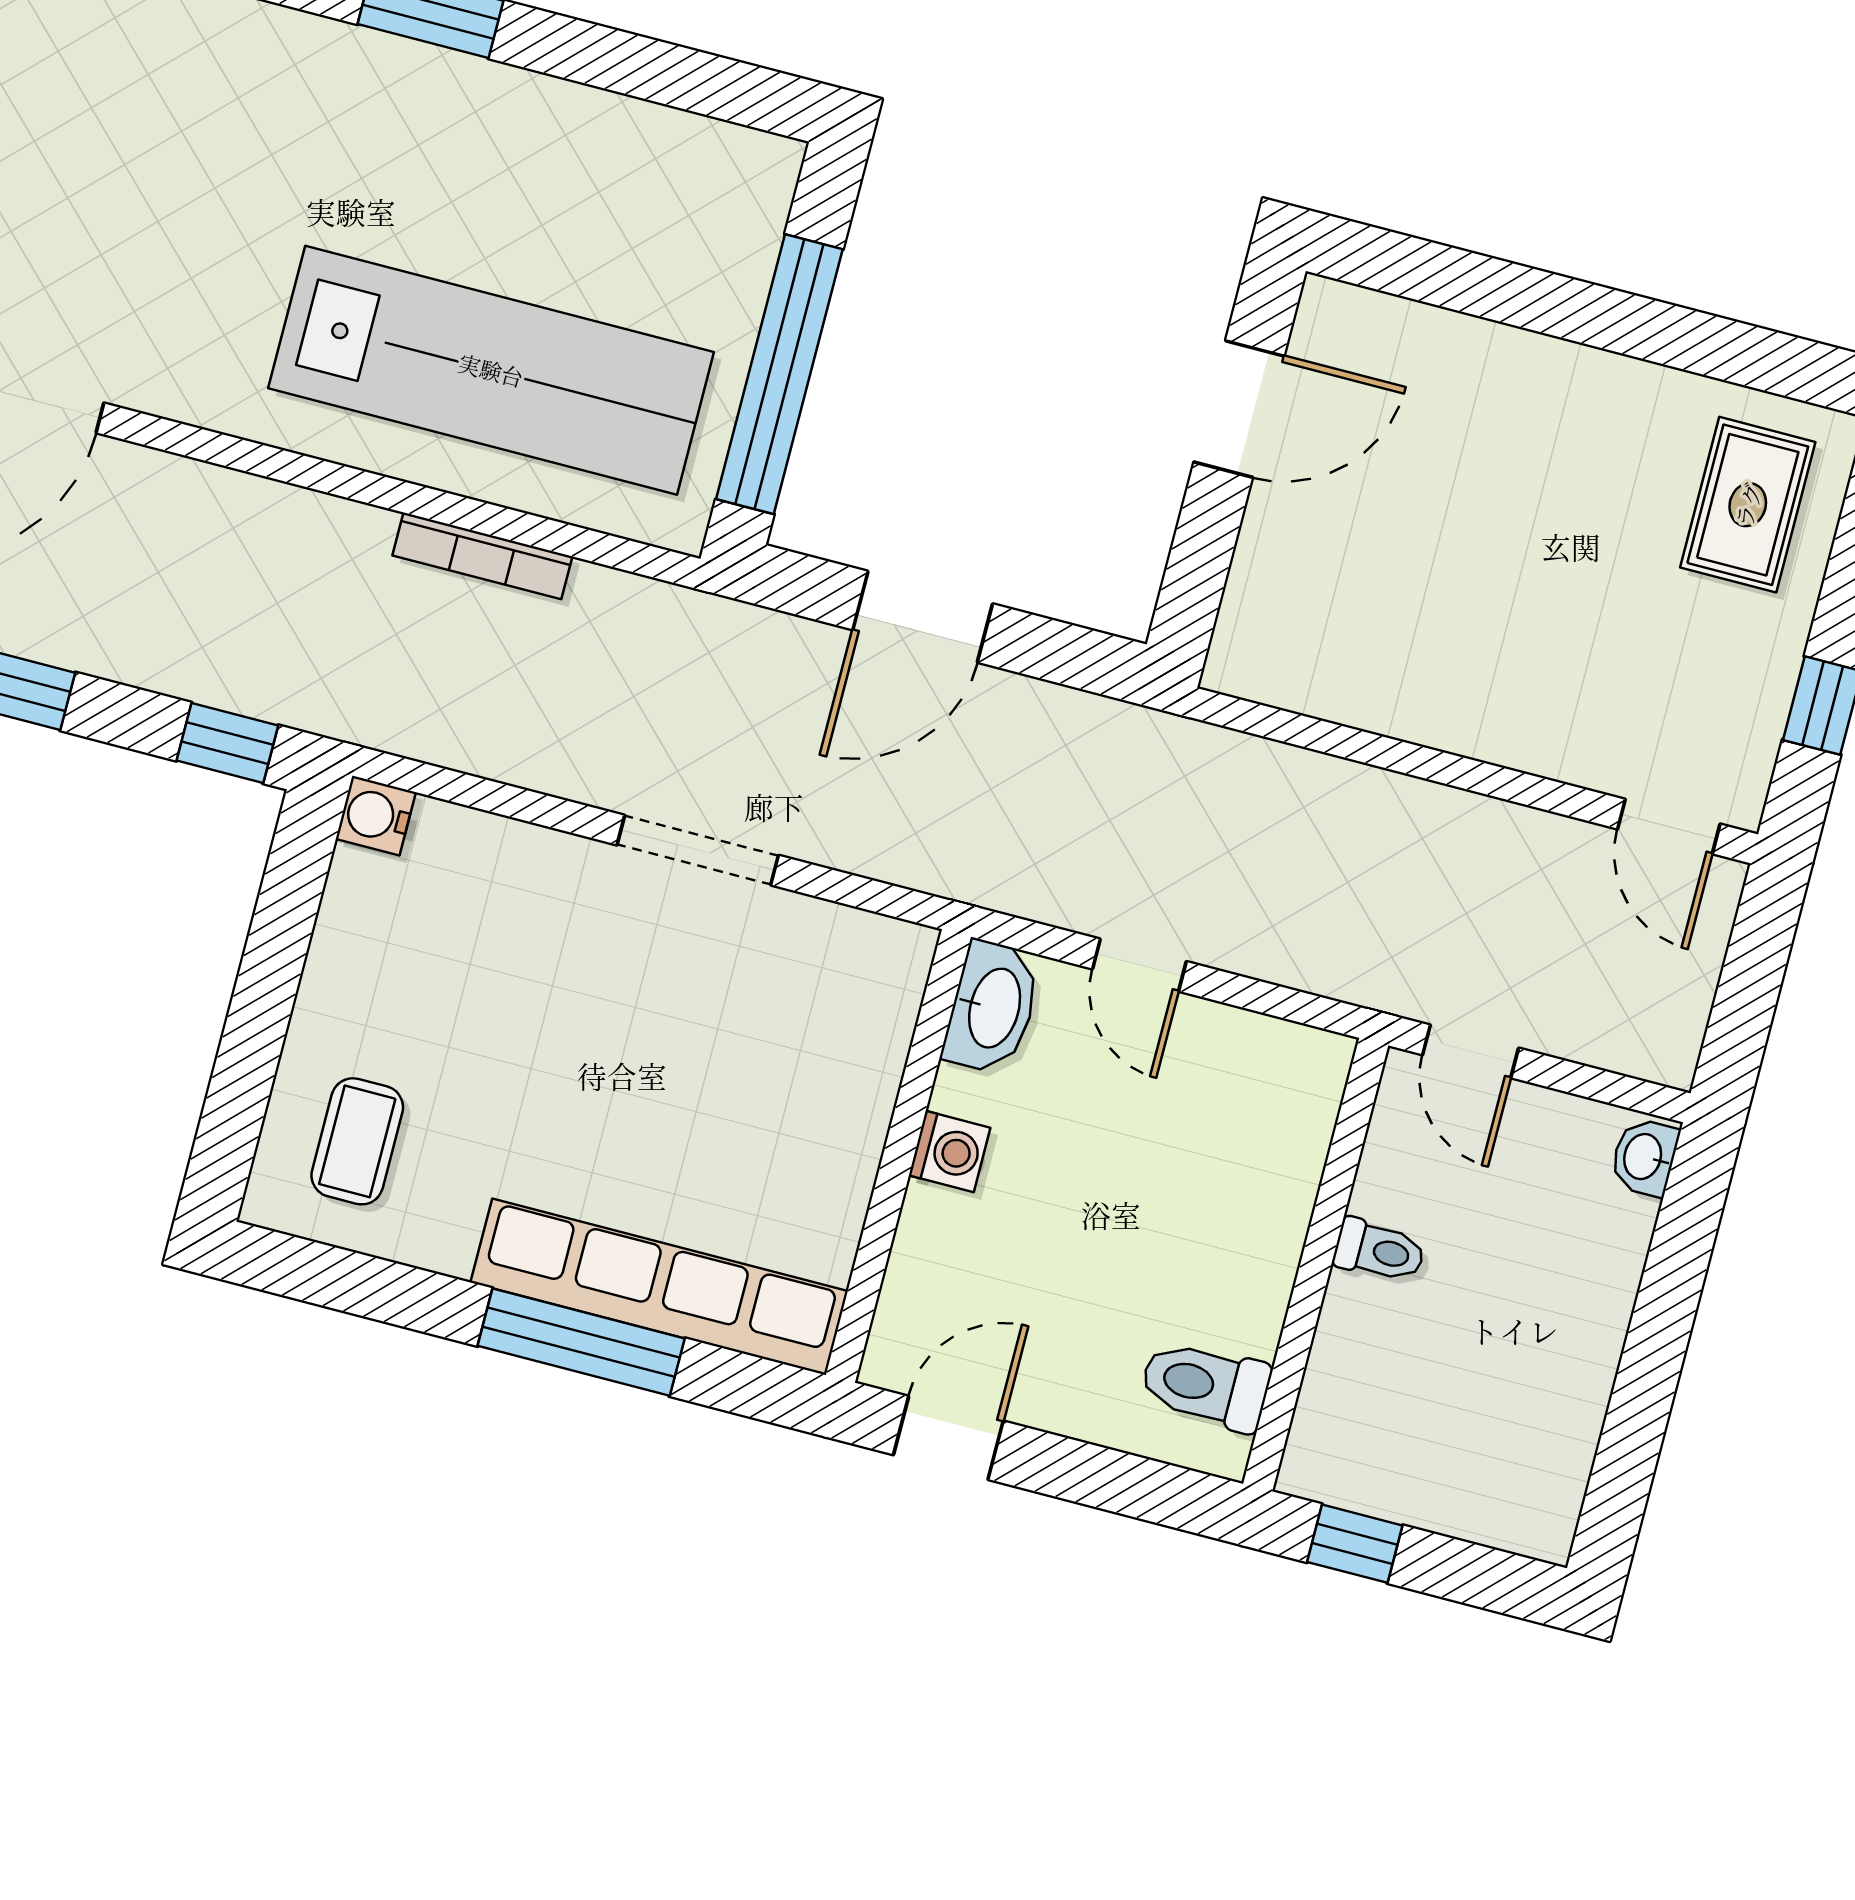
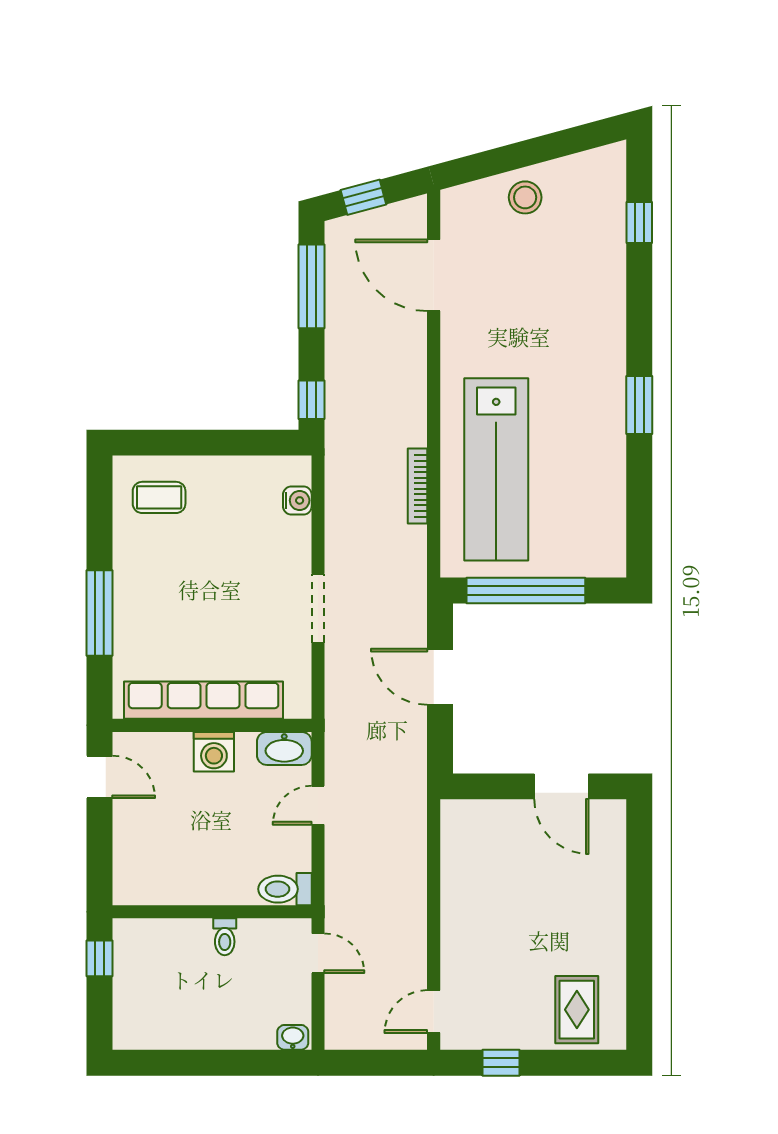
rug: (1748, 505) -> (577, 1010), turned 90
water cooler: (376, 816) -> (297, 500), moved, turned 90
door: (1471, 1051) -> (318, 953), swing flipped
washing machine: (950, 1152) -> (214, 752), width x1.38, depth x1.38
row of seats: (659, 1287) -> (204, 700), moved, turned -90
toilet: (1205, 1385) -> (285, 889), moved, turned -90

